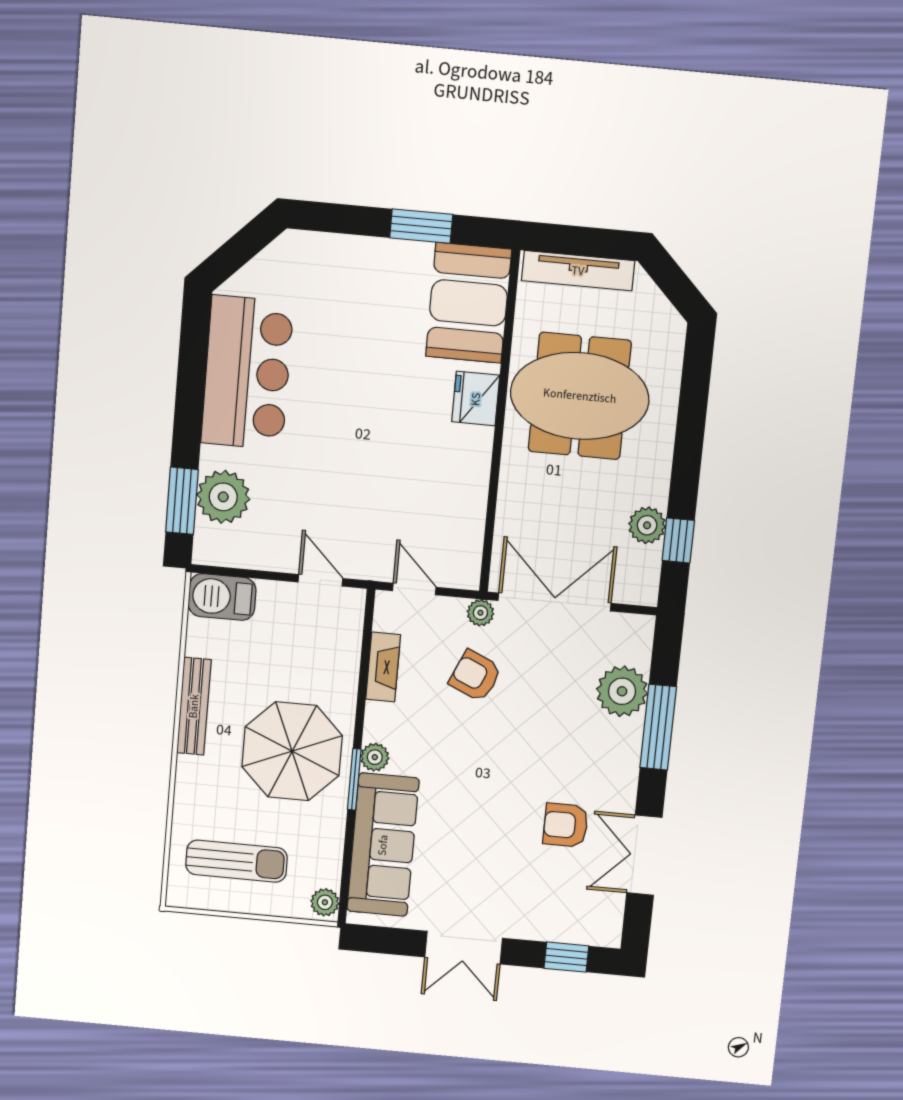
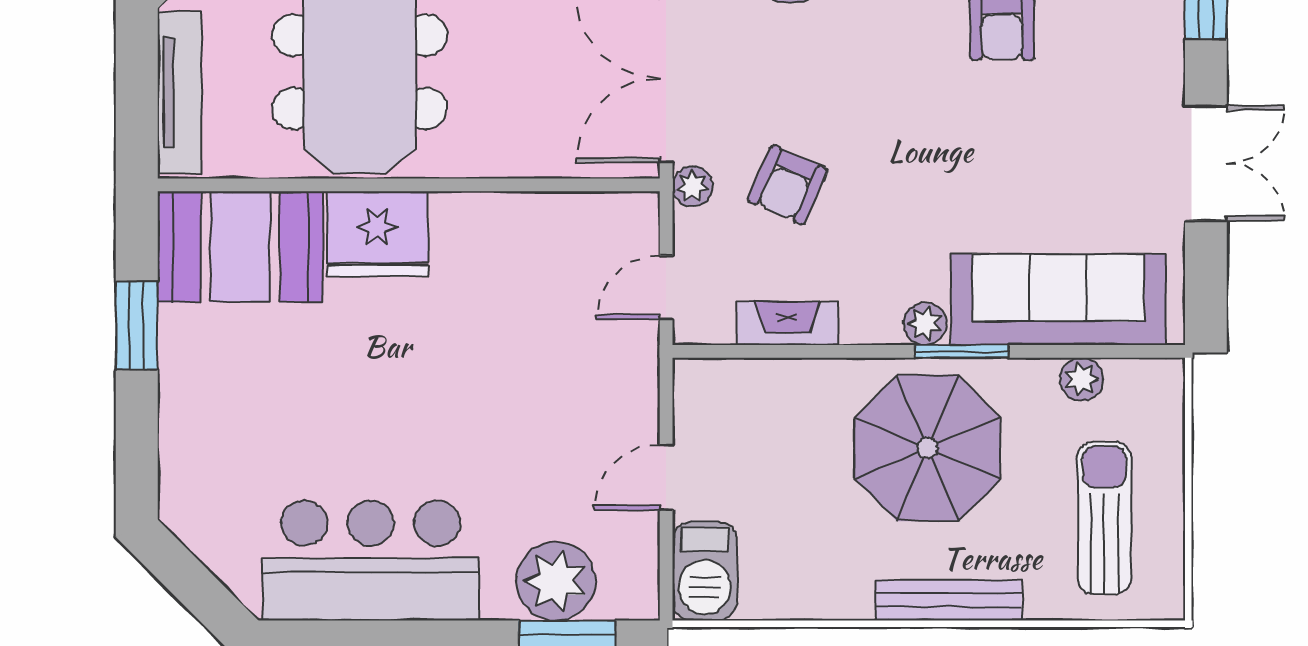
fridge: (476, 399) -> (377, 234), width x1.36, depth x1.34
door: (320, 580) -> (666, 477), moved
bench: (194, 706) -> (949, 600), moved
plant: (325, 902) -> (1081, 379), moved

